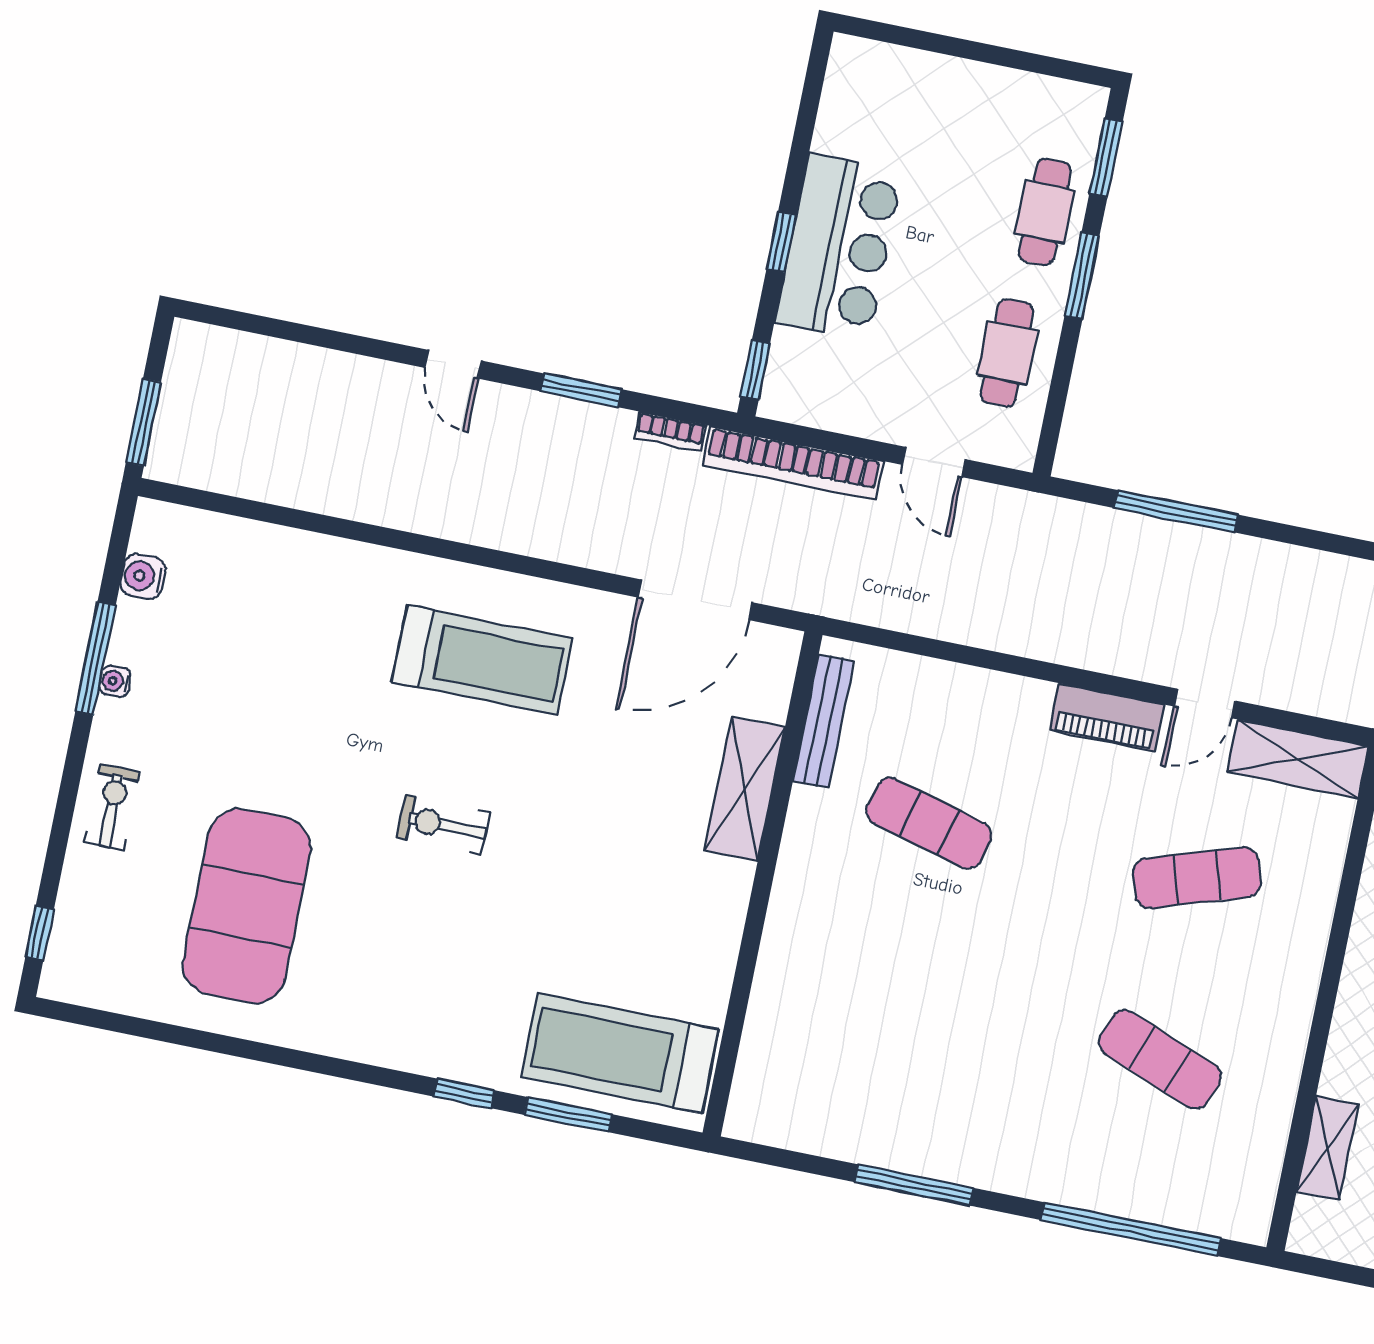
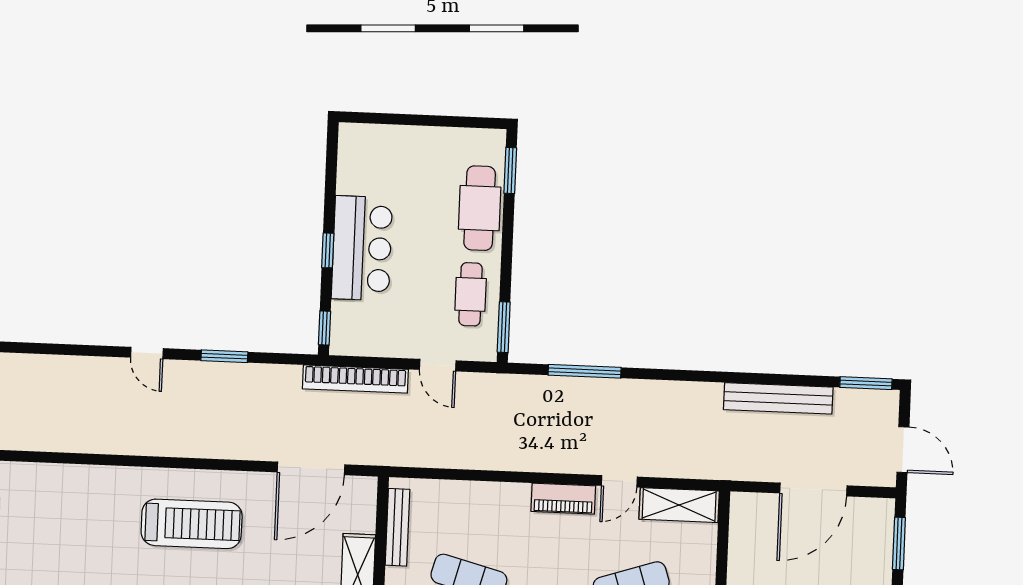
cafe table: (1045, 212) -> (480, 208), width x1.37, depth x1.35
window: (1082, 276) -> (504, 327), moved
bookcase: (670, 432) -> (281, 372), removed

